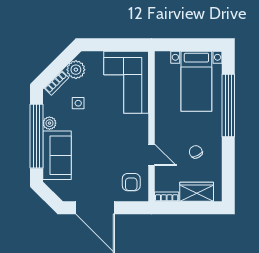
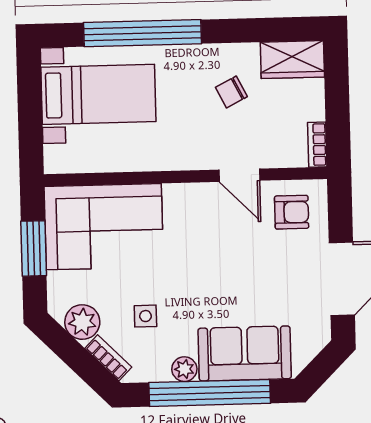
window: (116, 45) -> (34, 248), added
door: (152, 155) -> (239, 175), swing flipped
wardrobe: (197, 192) -> (292, 60), moved, turned -90

